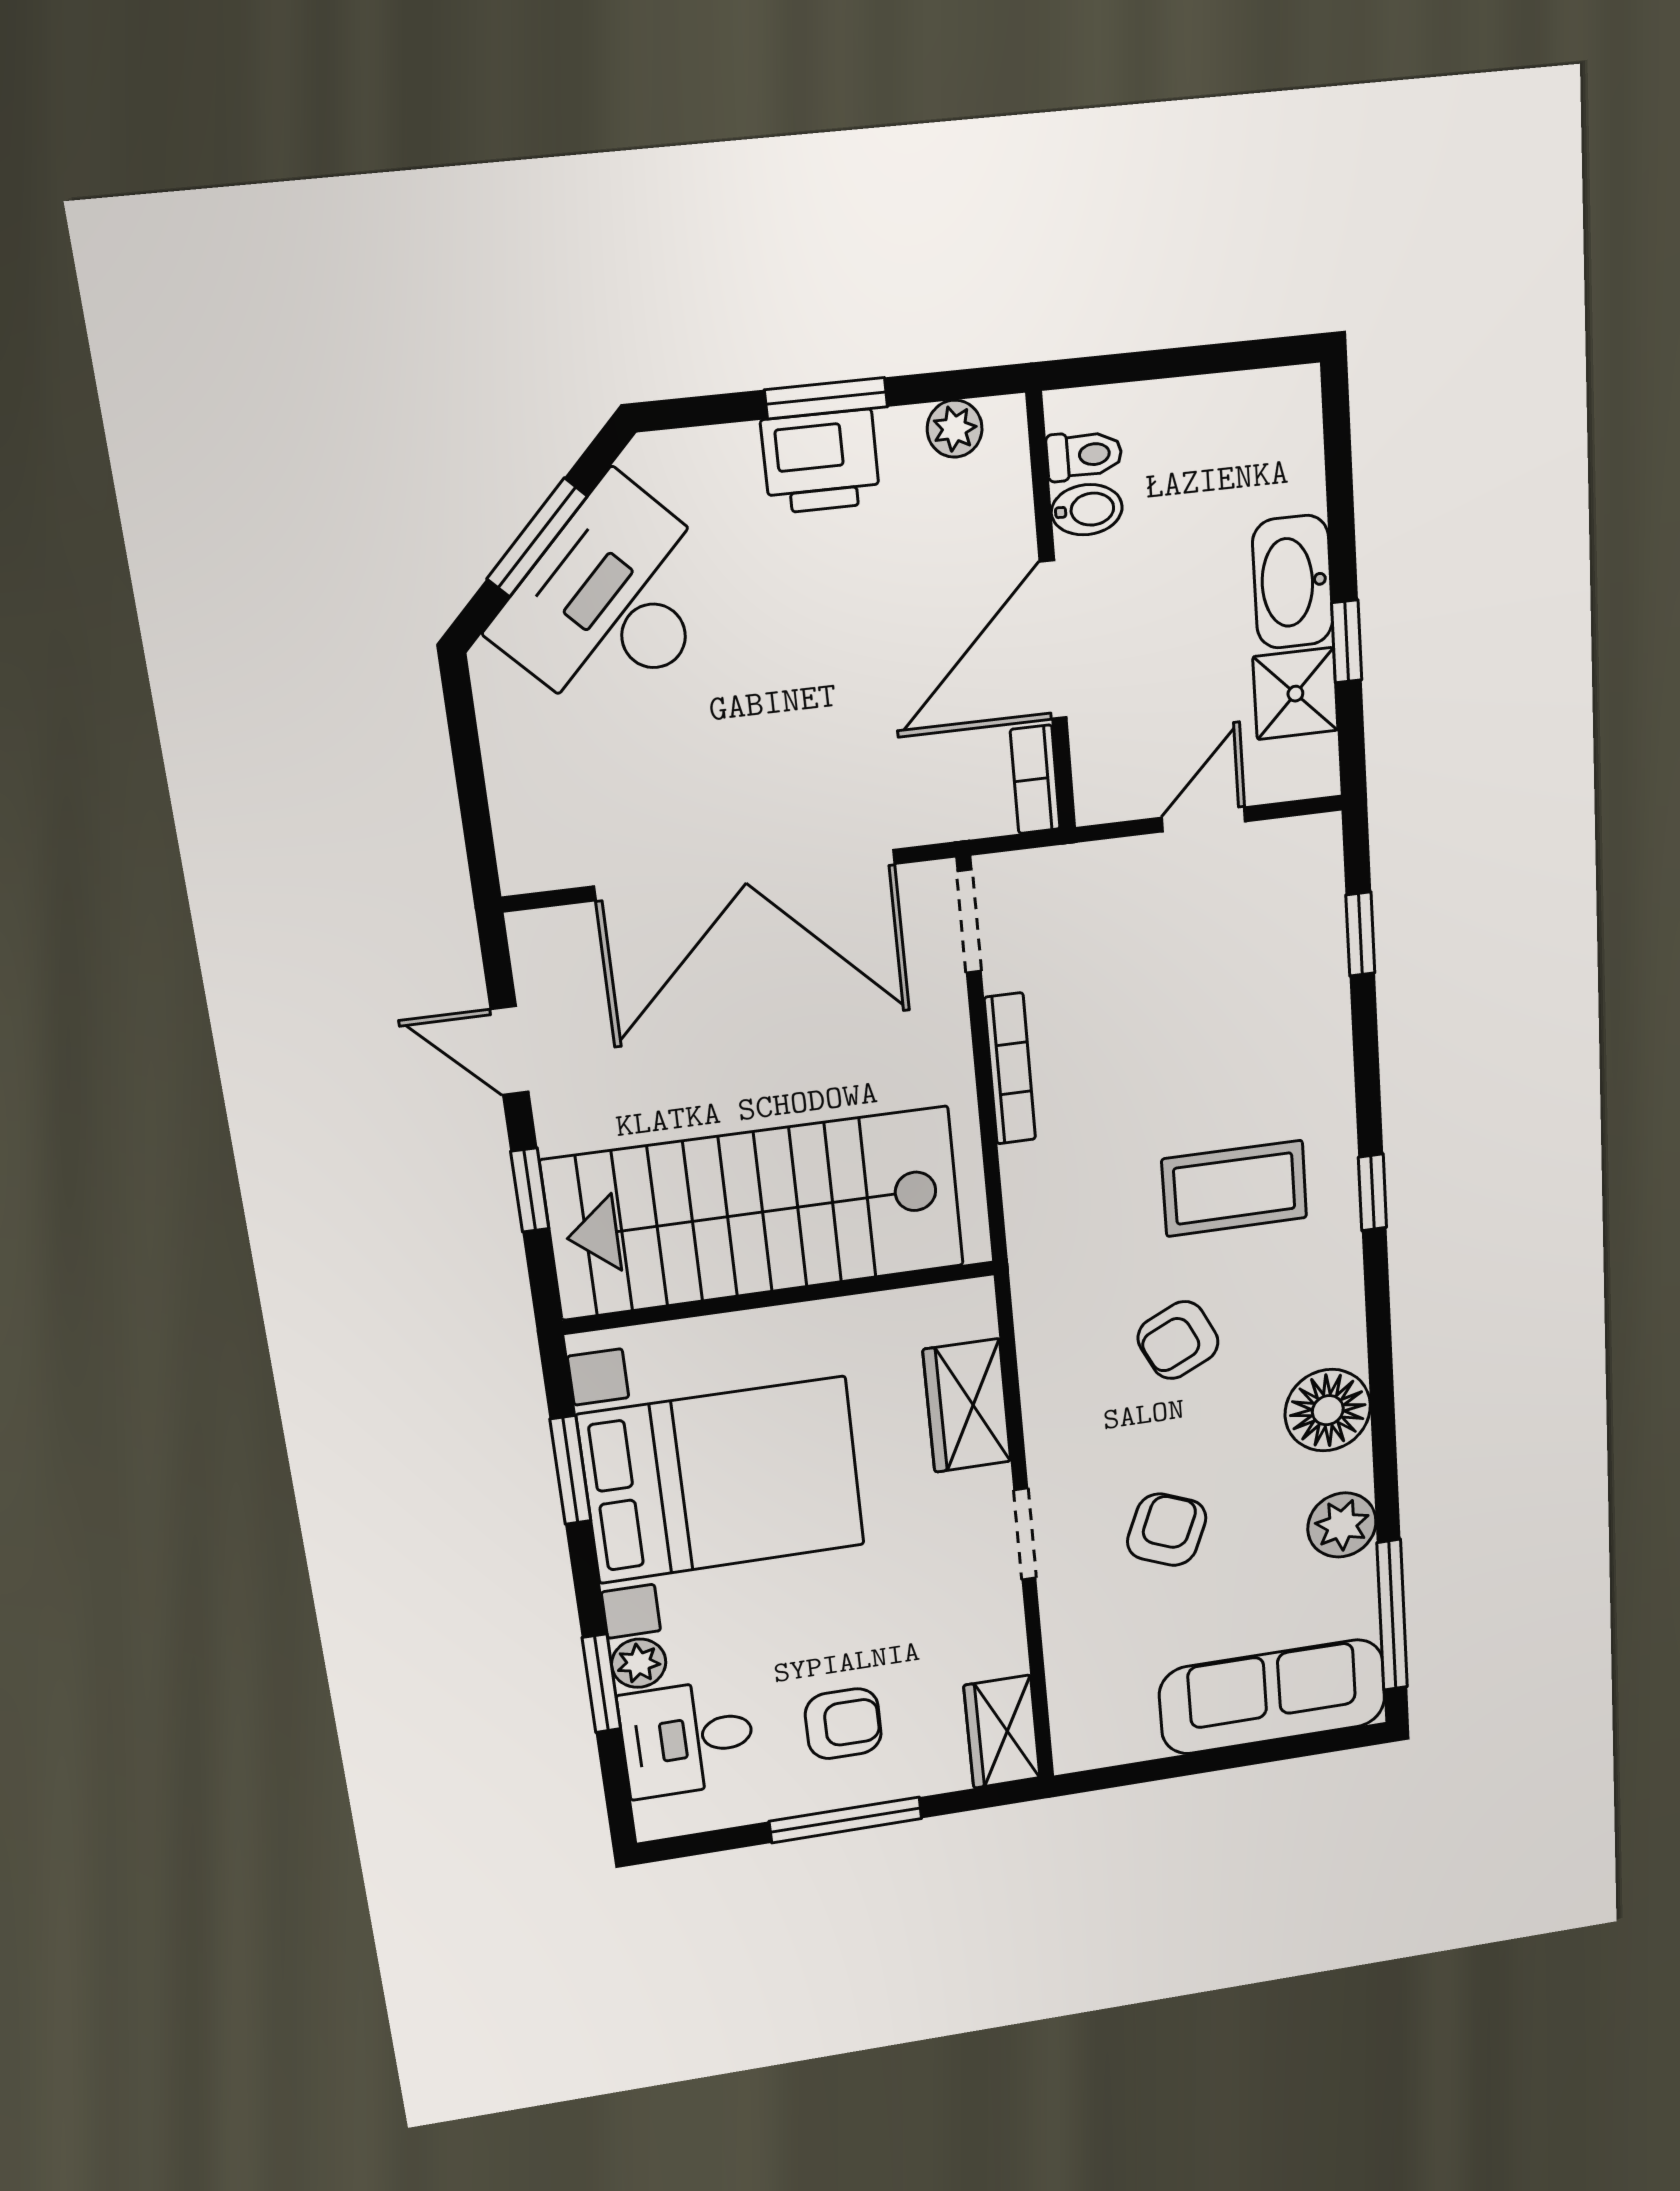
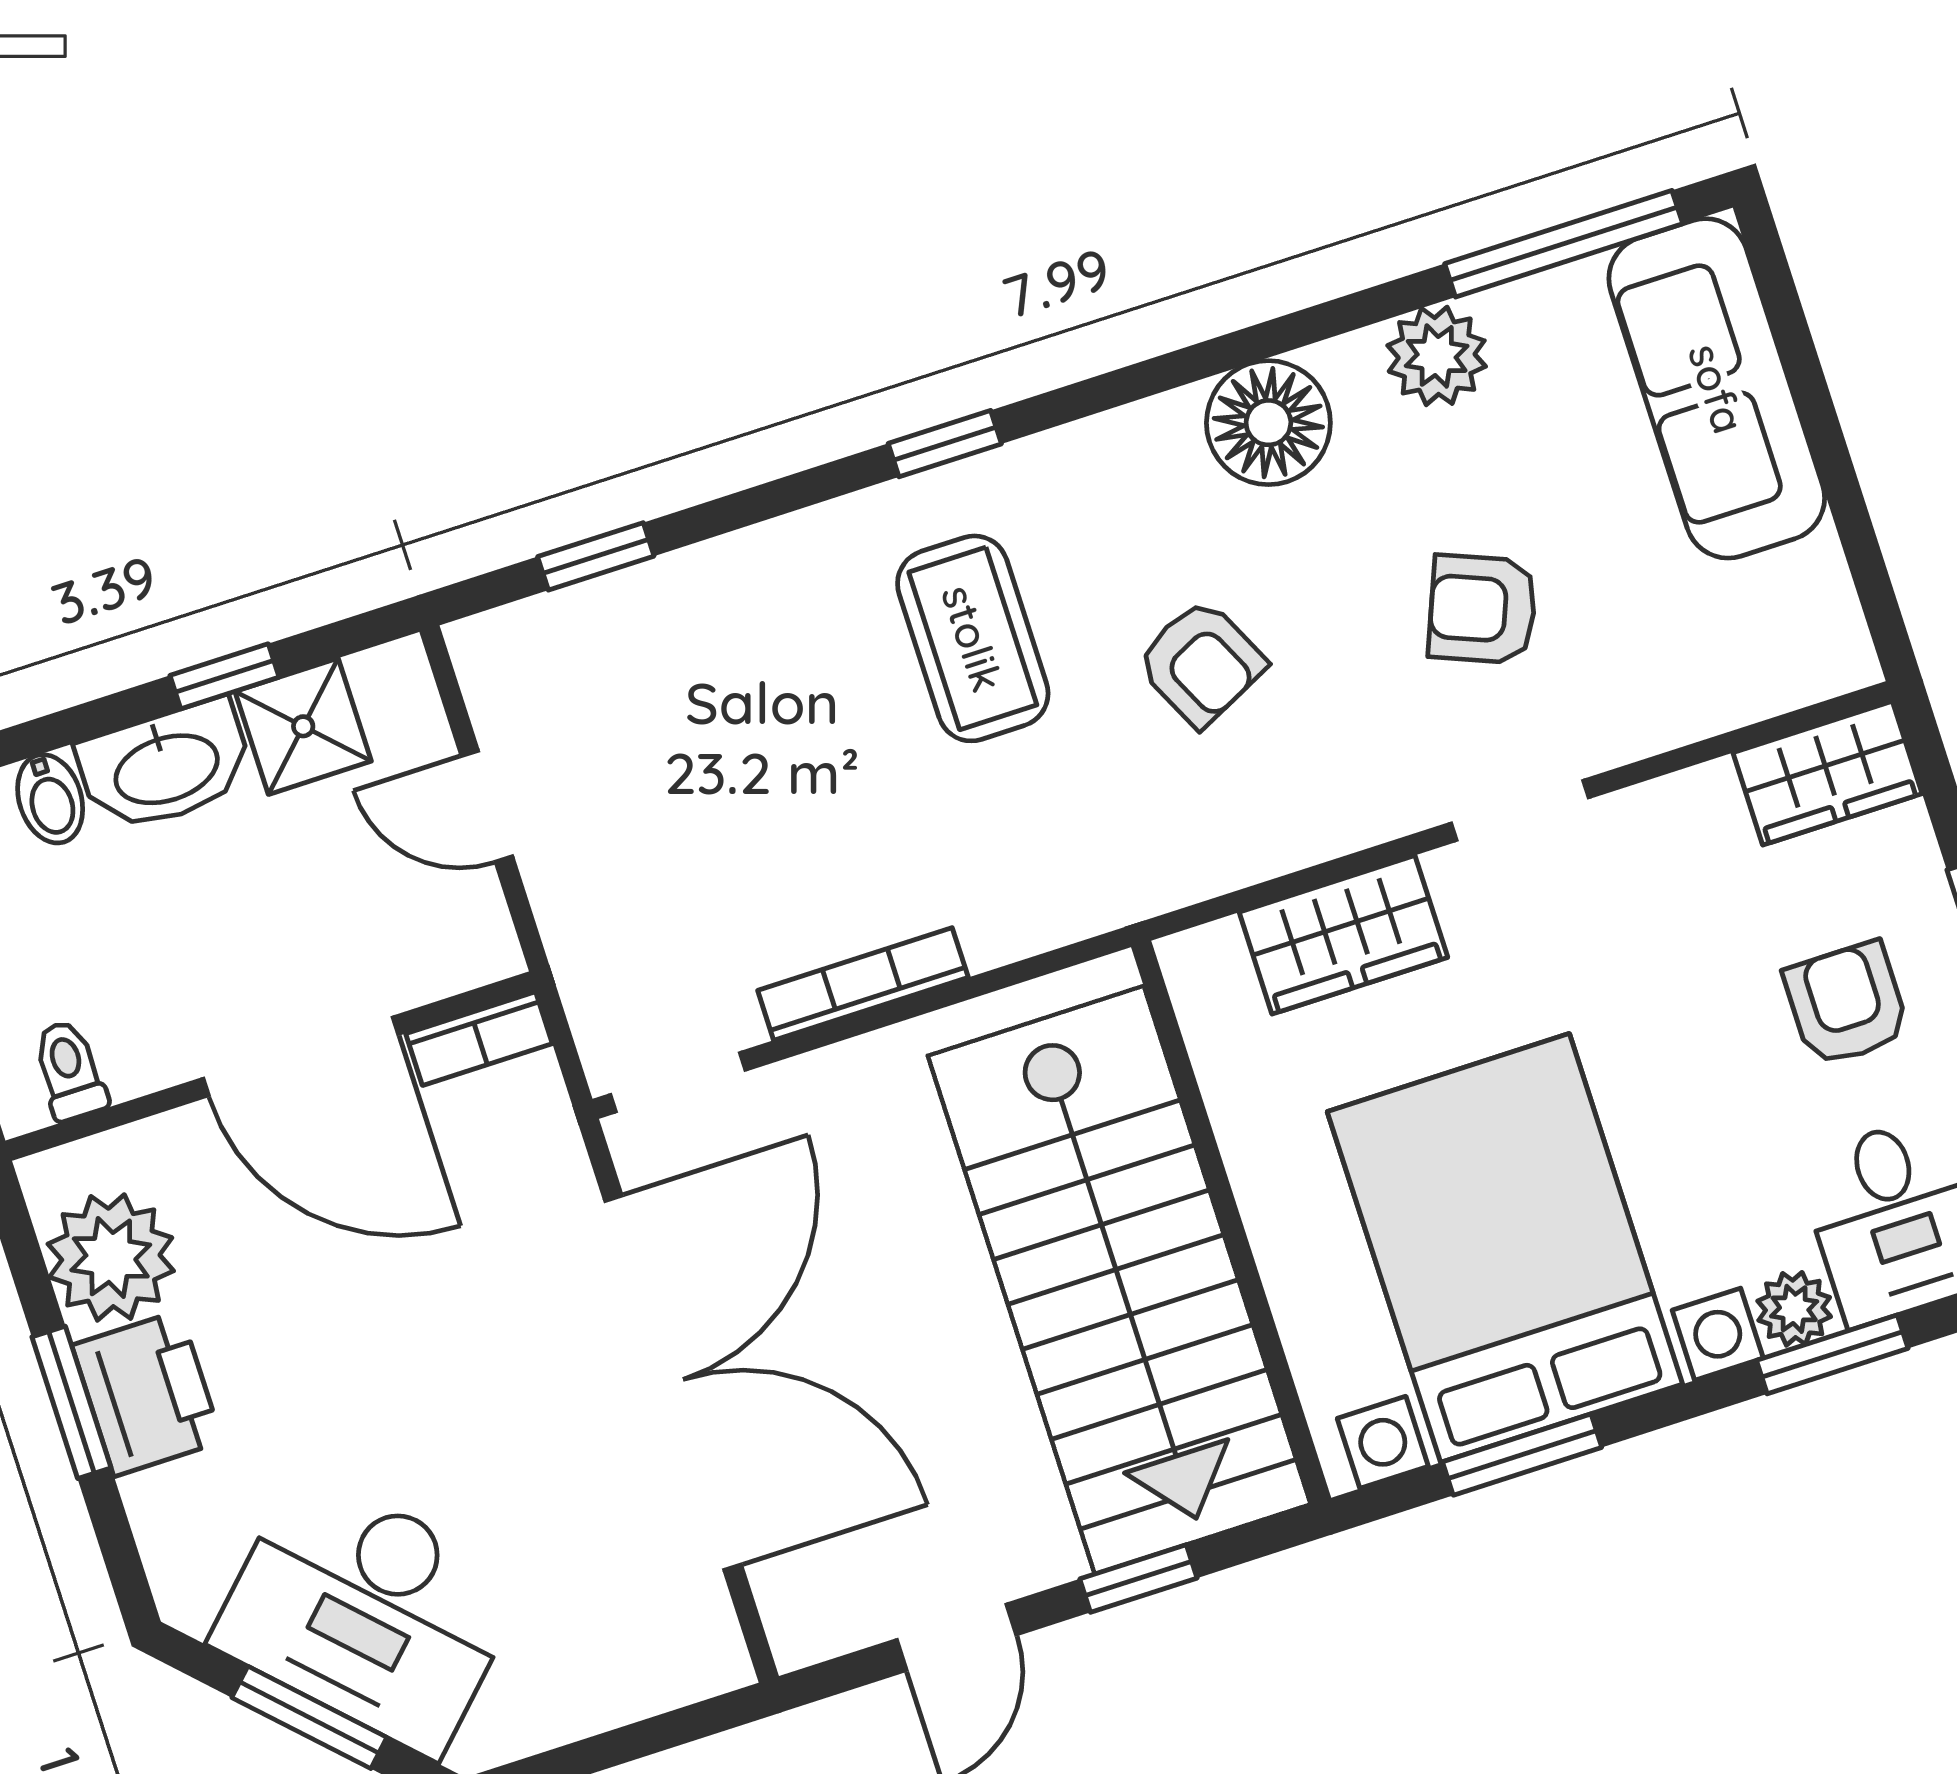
plant: (955, 429) -> (111, 1257), width x1.87, depth x1.87
bidet: (1087, 510) -> (50, 799), moved, turned 180

